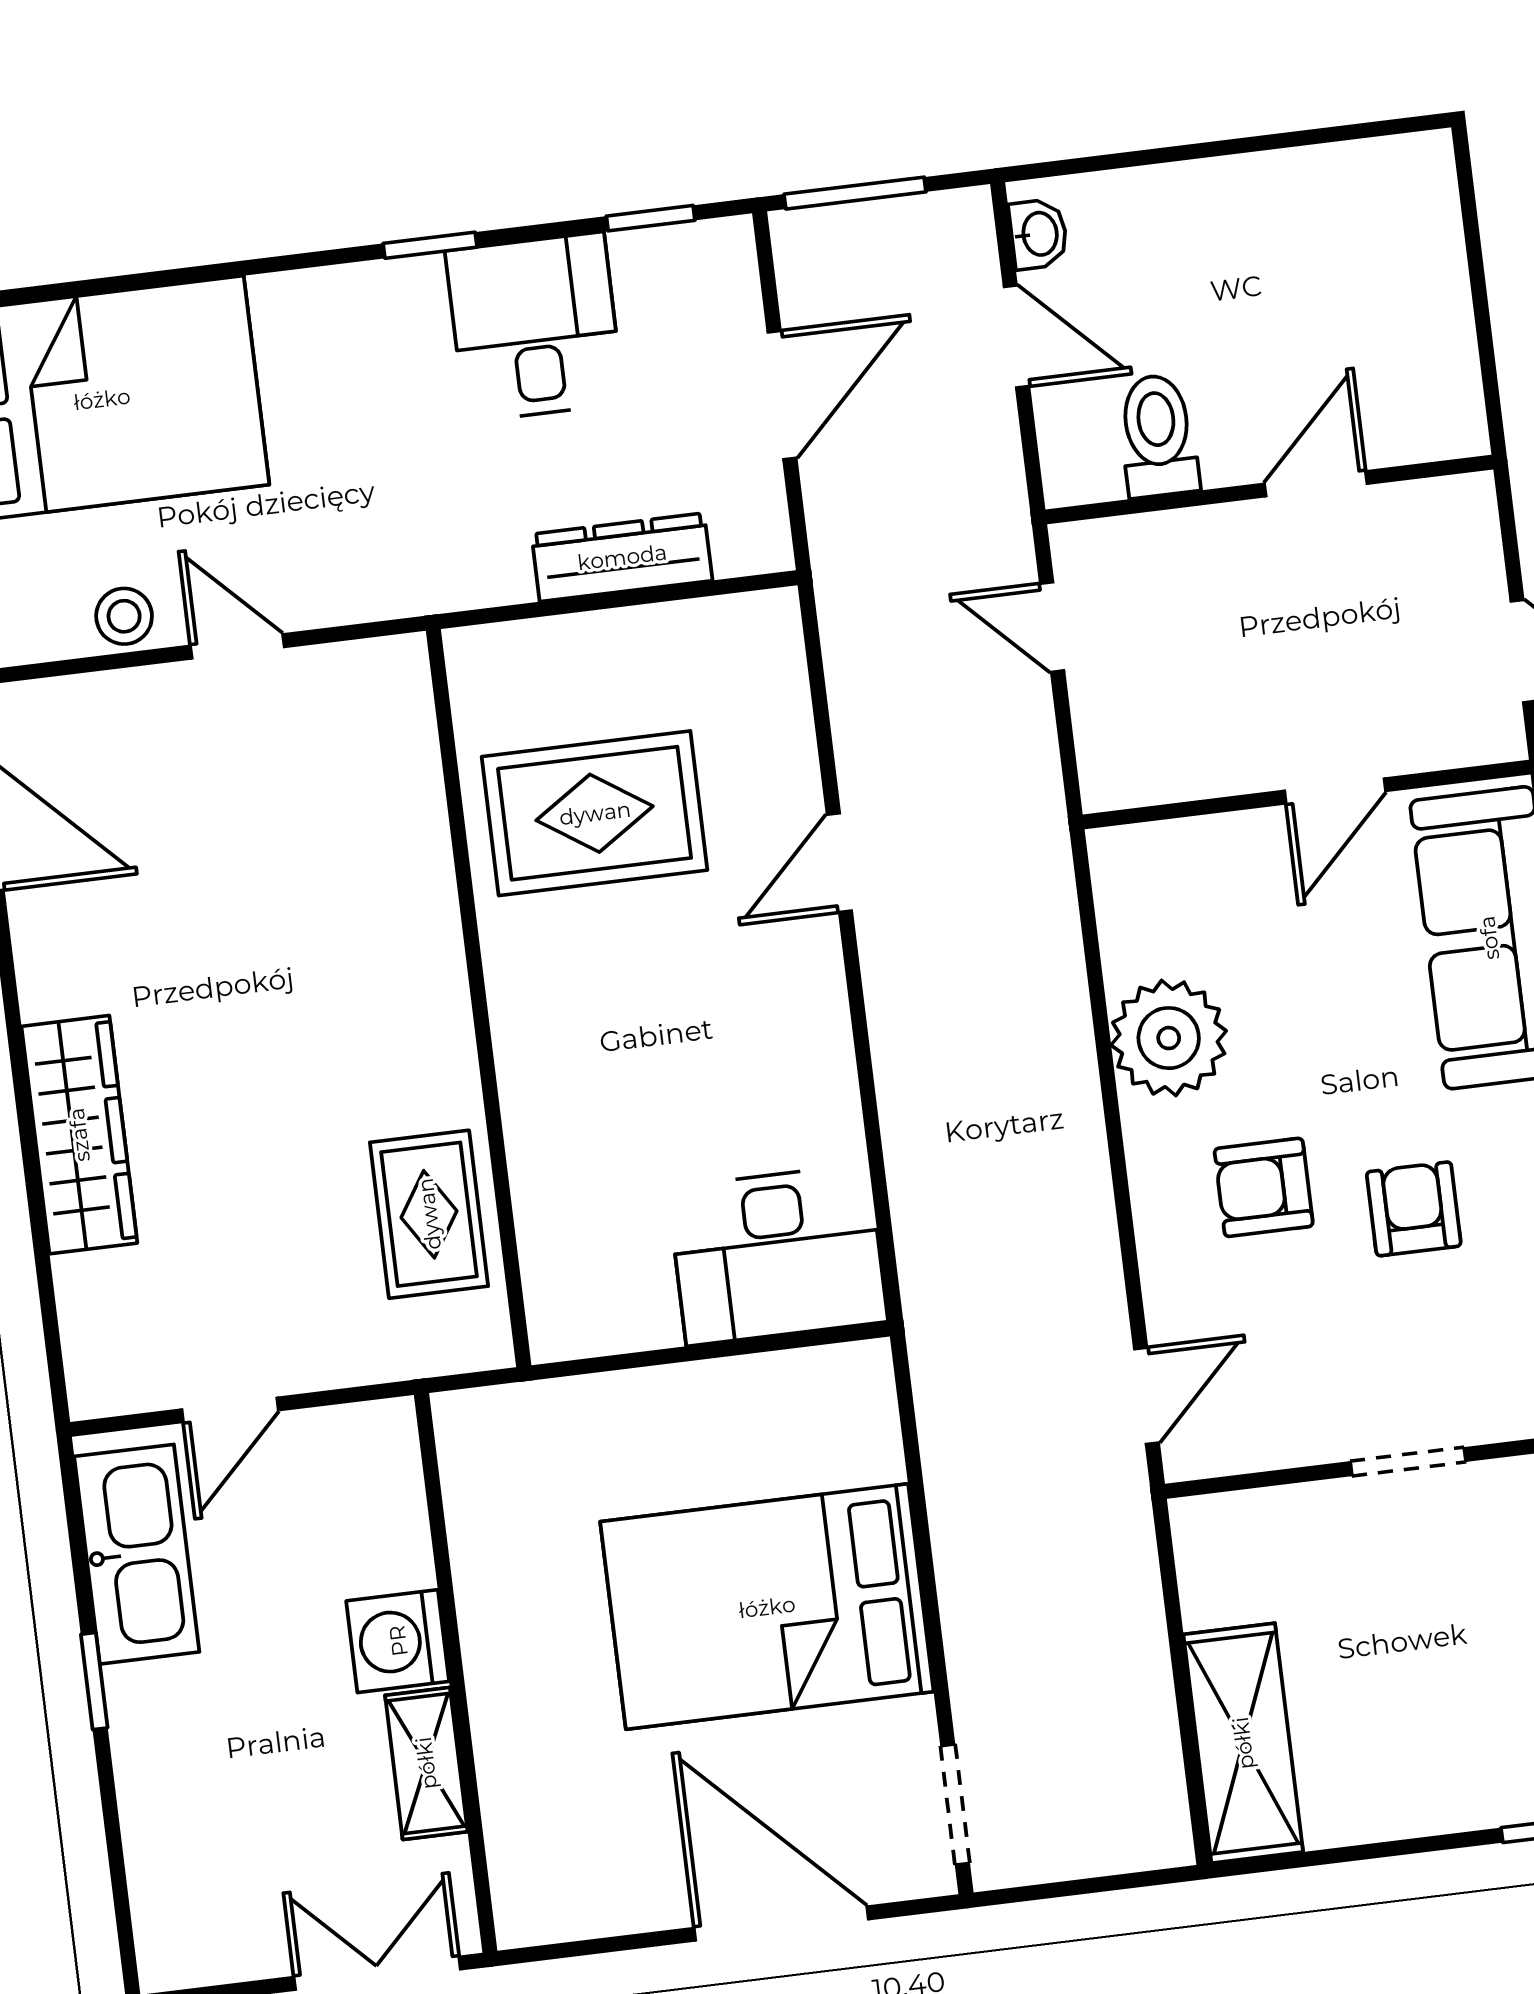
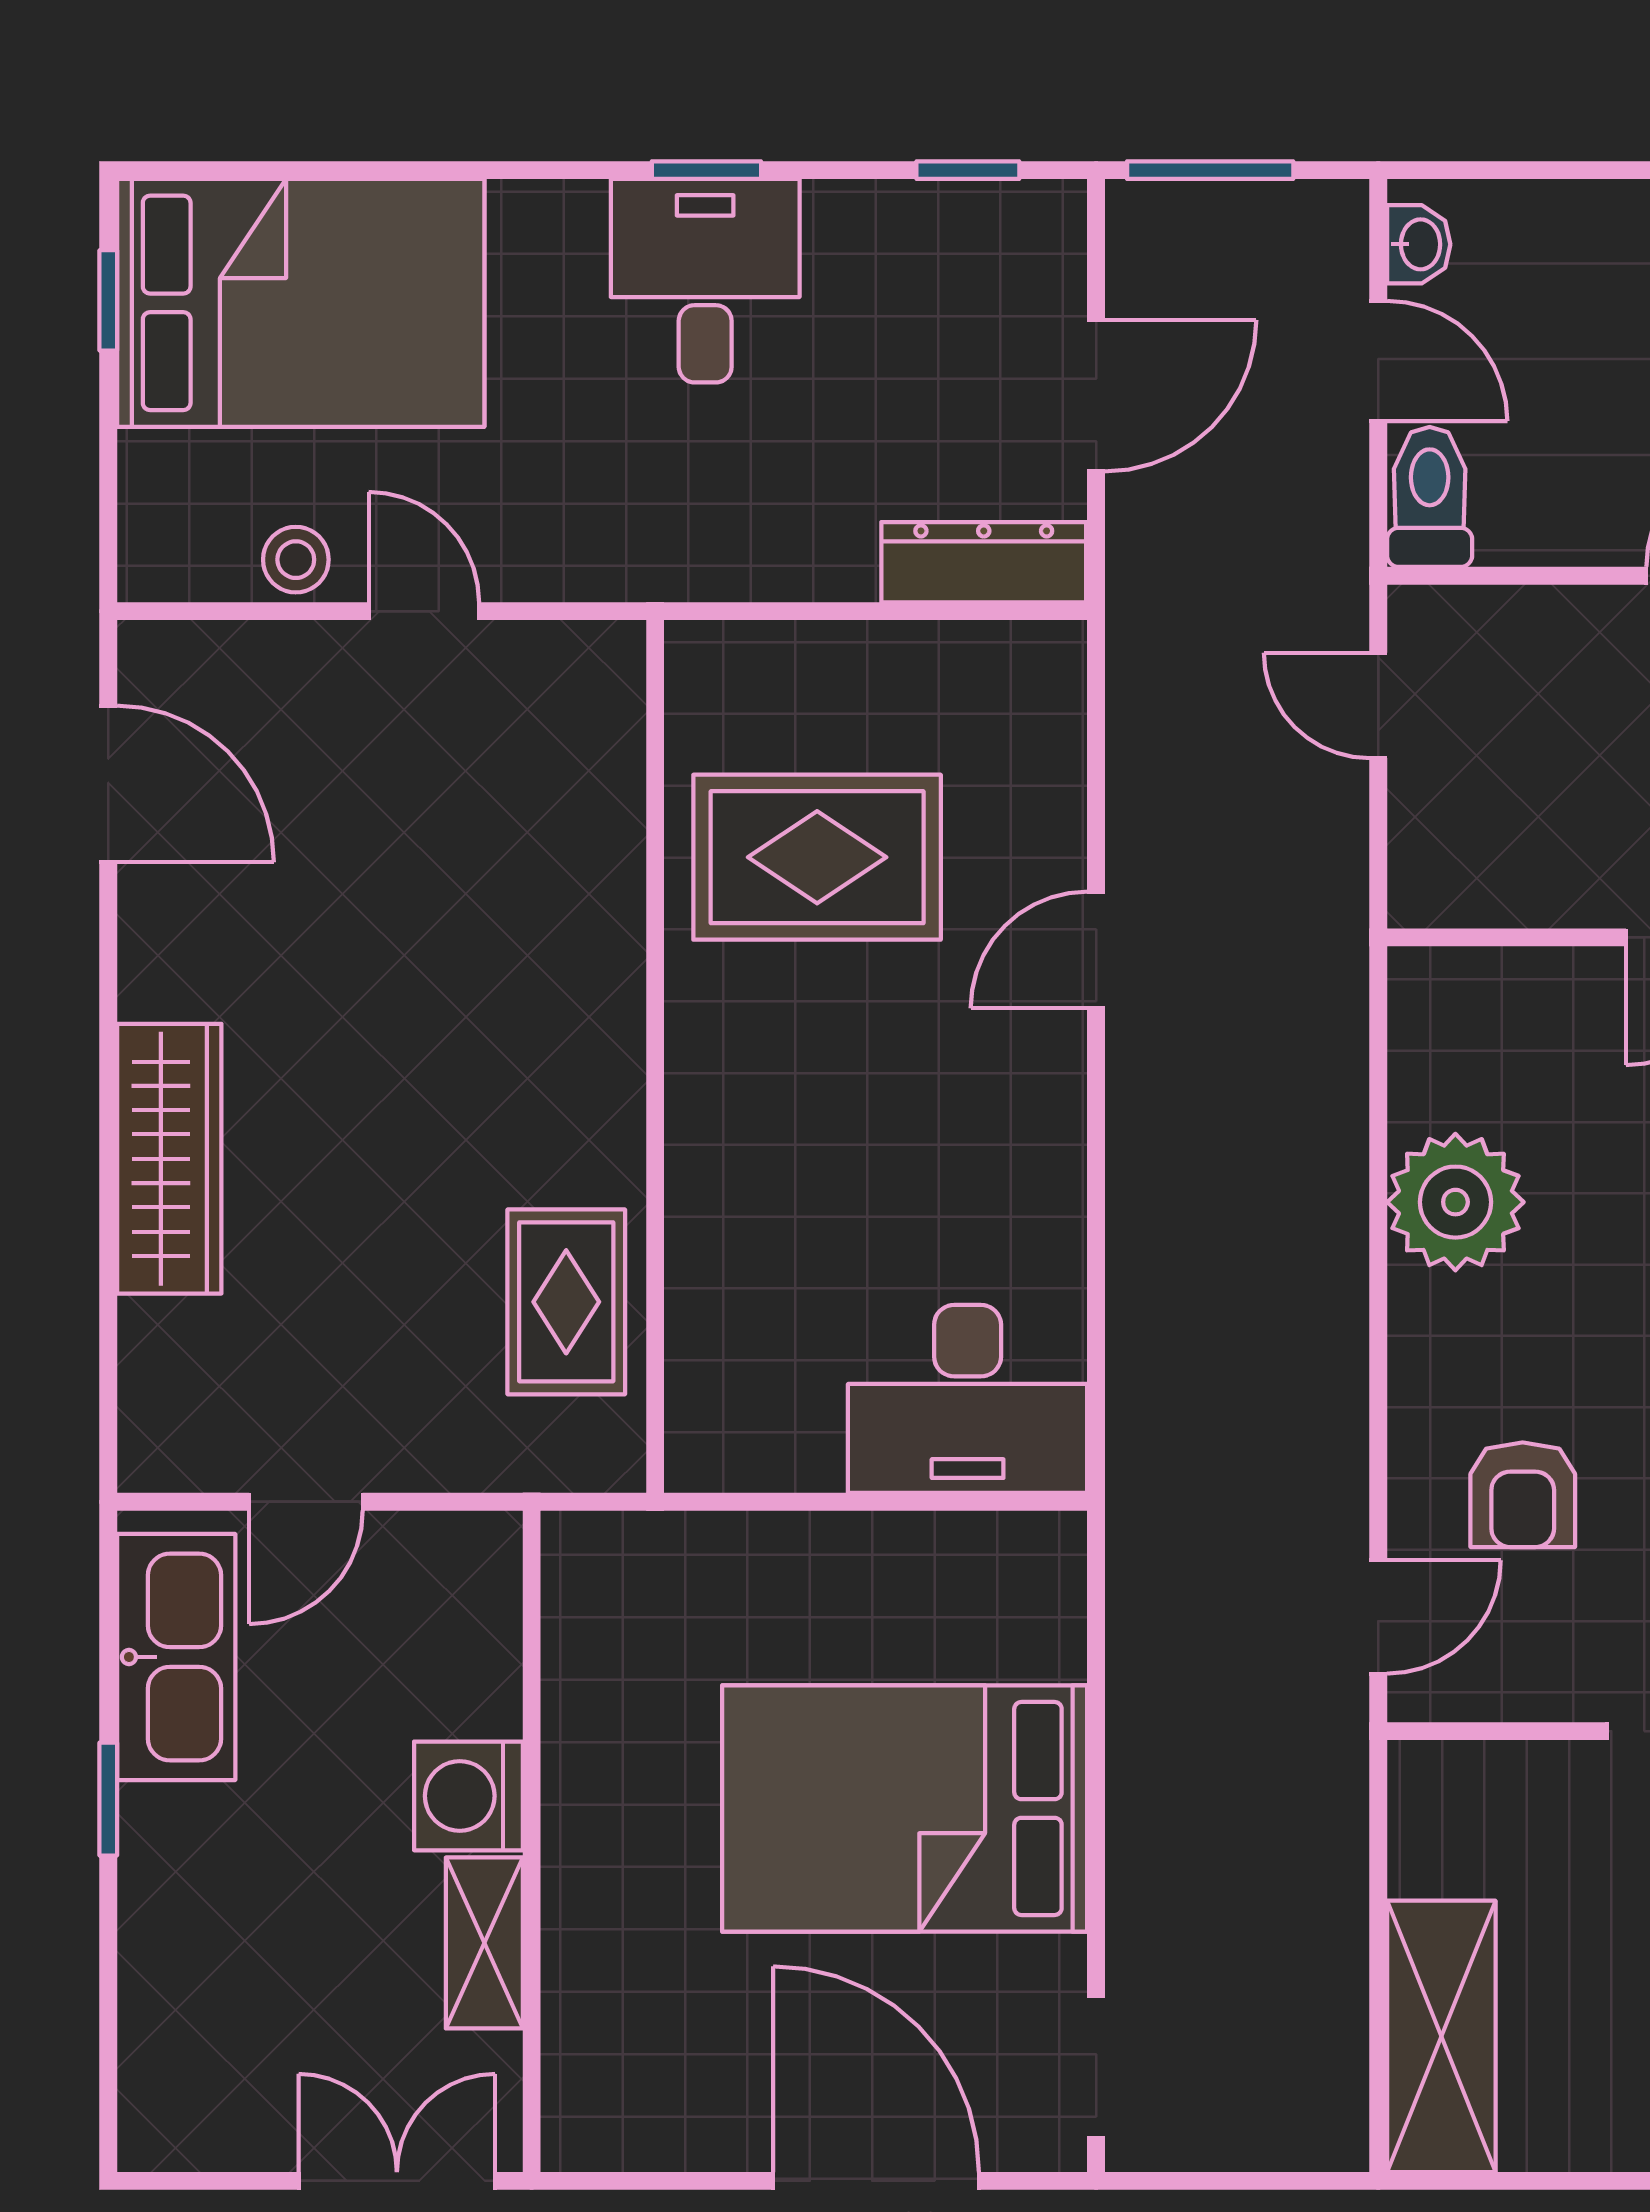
desk: (535, 327) -> (705, 281), moved
toilet: (1158, 436) -> (1430, 497), moved
dresser: (622, 557) -> (984, 562), moved
armchair: (1264, 1187) -> (1523, 1495), moved, turned -90

